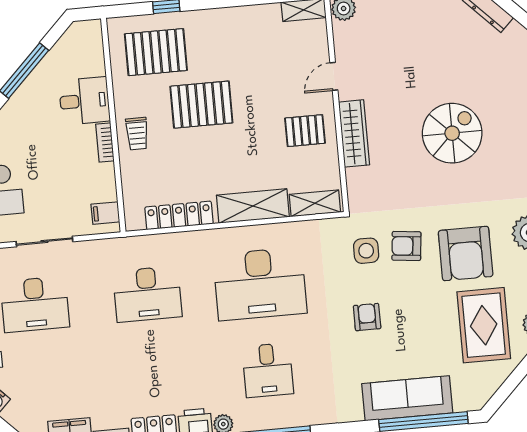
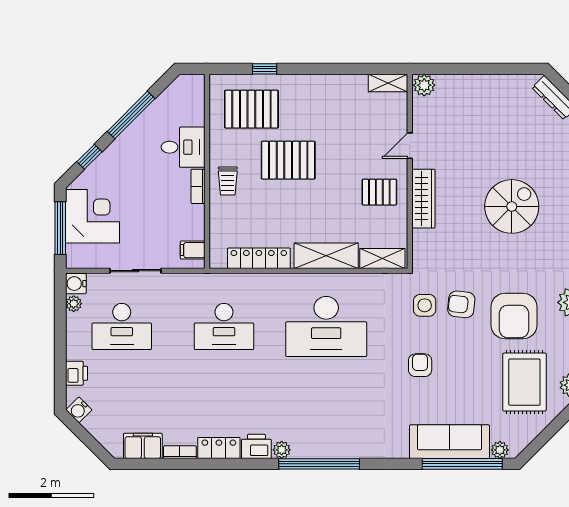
desk: (268, 370) -> (326, 405), removed
plant: (463, 402) -> (500, 450), added

